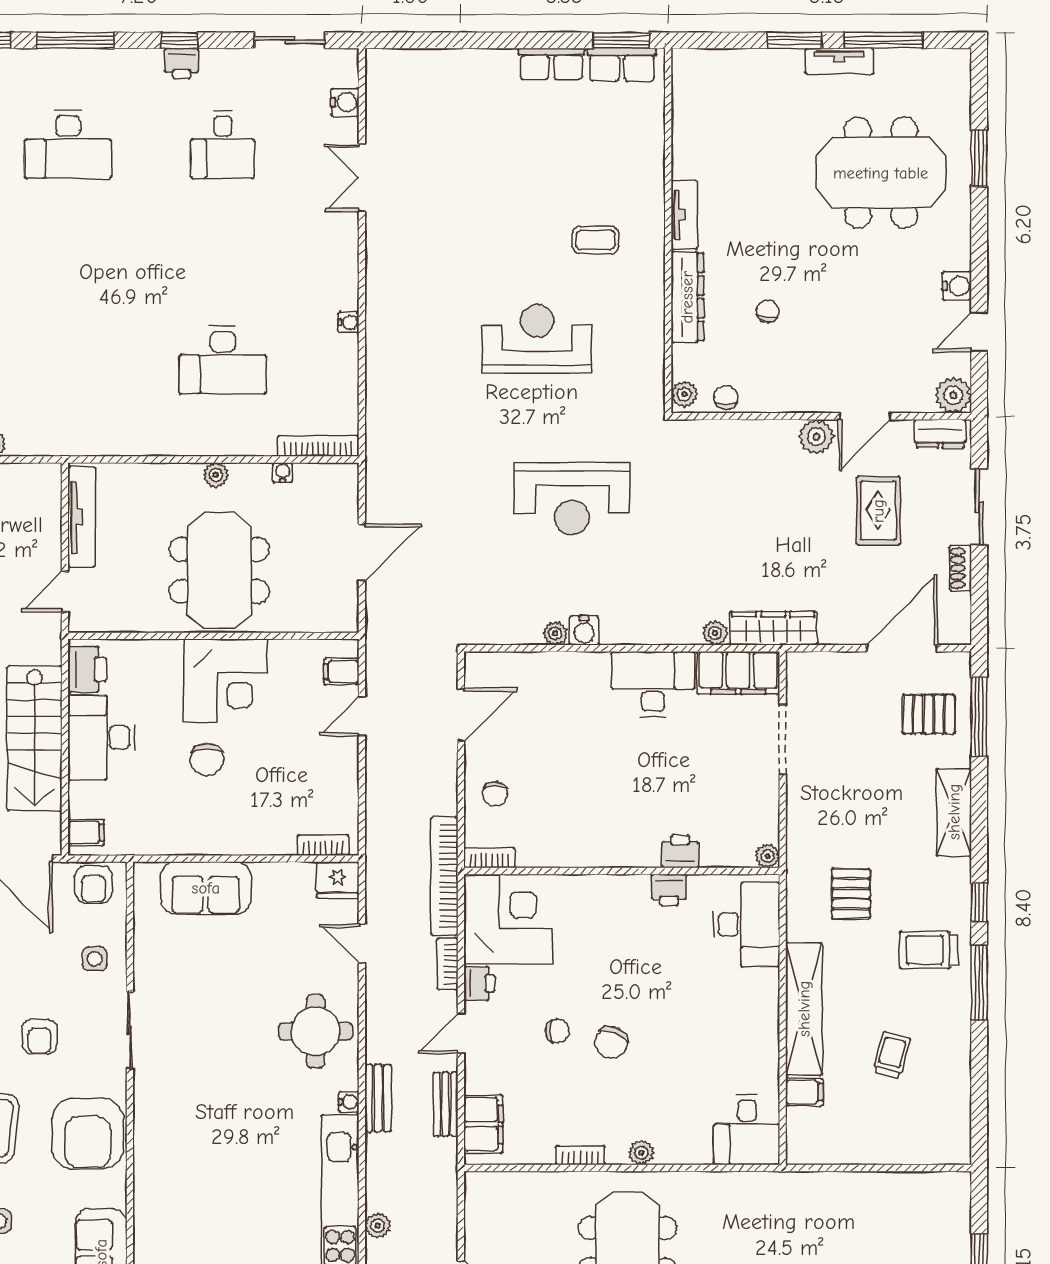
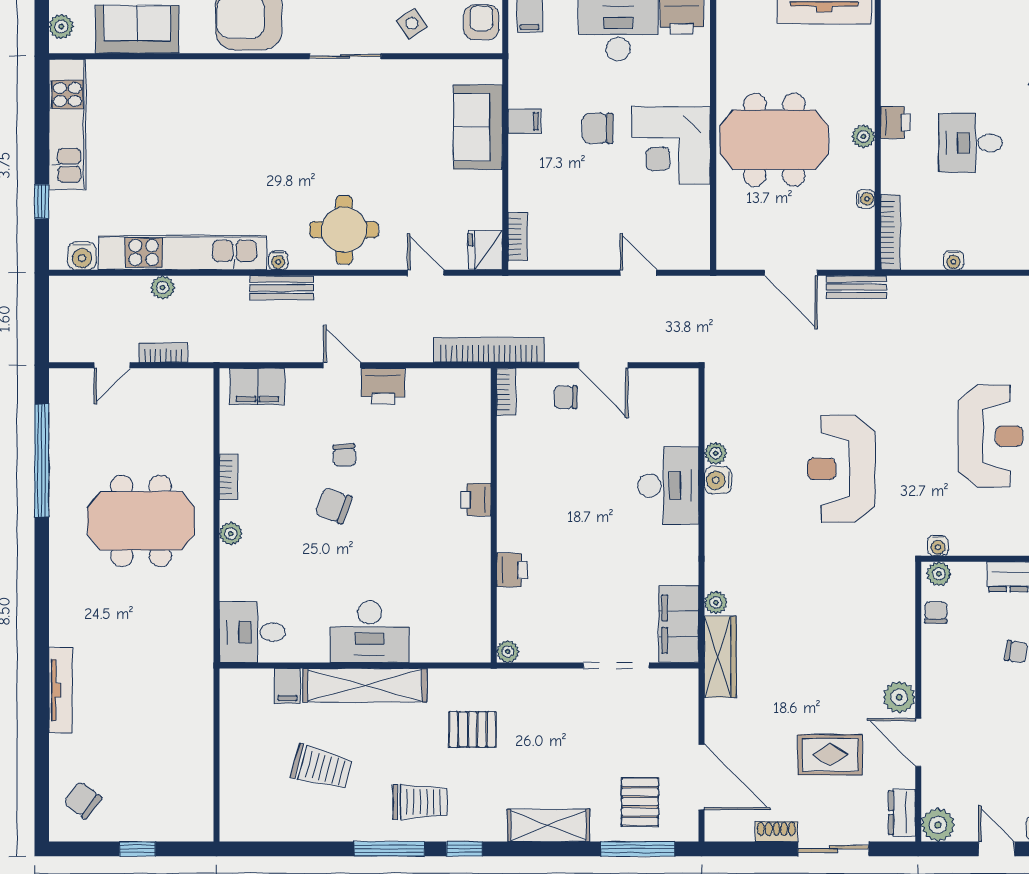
water cooler: (348, 322) -> (953, 260), moved
desk: (223, 360) -> (971, 143), width x0.73
water cooler: (654, 395) -> (938, 546), added
chair: (726, 397) -> (936, 612), turned -90
printer: (201, 441) -> (895, 123), added
filing cabinet: (341, 672) -> (524, 121), moved, turned 90
desk: (653, 684) -> (668, 486), moved
door: (461, 715) -> (603, 365), moved
armchair: (94, 884) -> (481, 22), turned 90
printer: (669, 890) -> (476, 500), moved
corner desk: (508, 920) -> (448, 409), removed
desk: (746, 924) -> (370, 632), moved
door: (362, 944) -> (426, 273), hinge flipped
trolley: (929, 950) -> (420, 802), turned 90
side table: (95, 959) -> (412, 23), turned -34
bookcase: (447, 964) -> (163, 353), moved
printer: (479, 983) -> (383, 386), width x1.36, depth x1.24
trolley: (892, 1055) -> (322, 767), width x1.36, depth x1.39
bench: (446, 1104) -> (856, 287), moved

